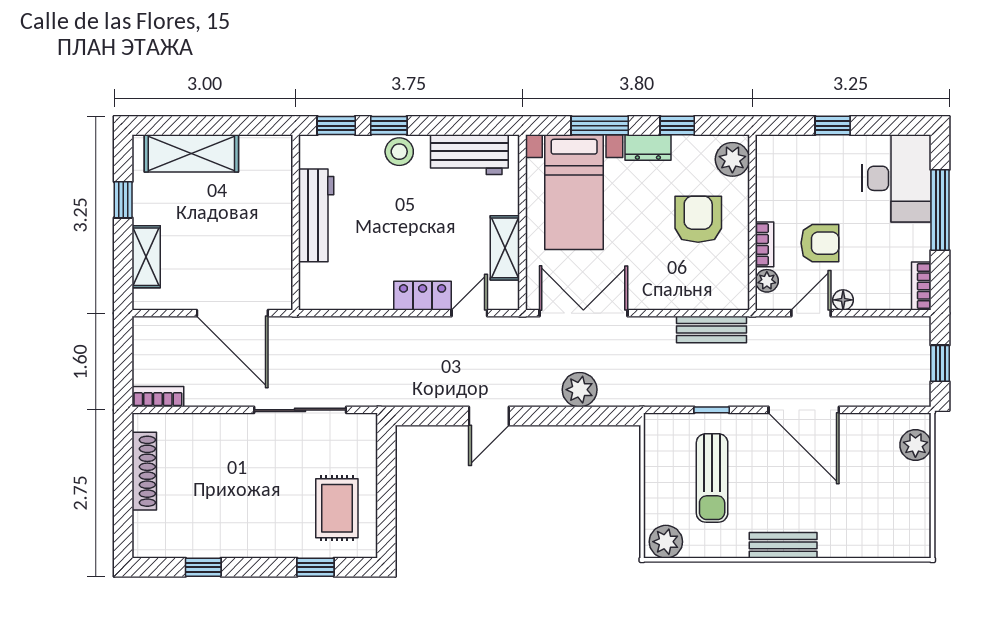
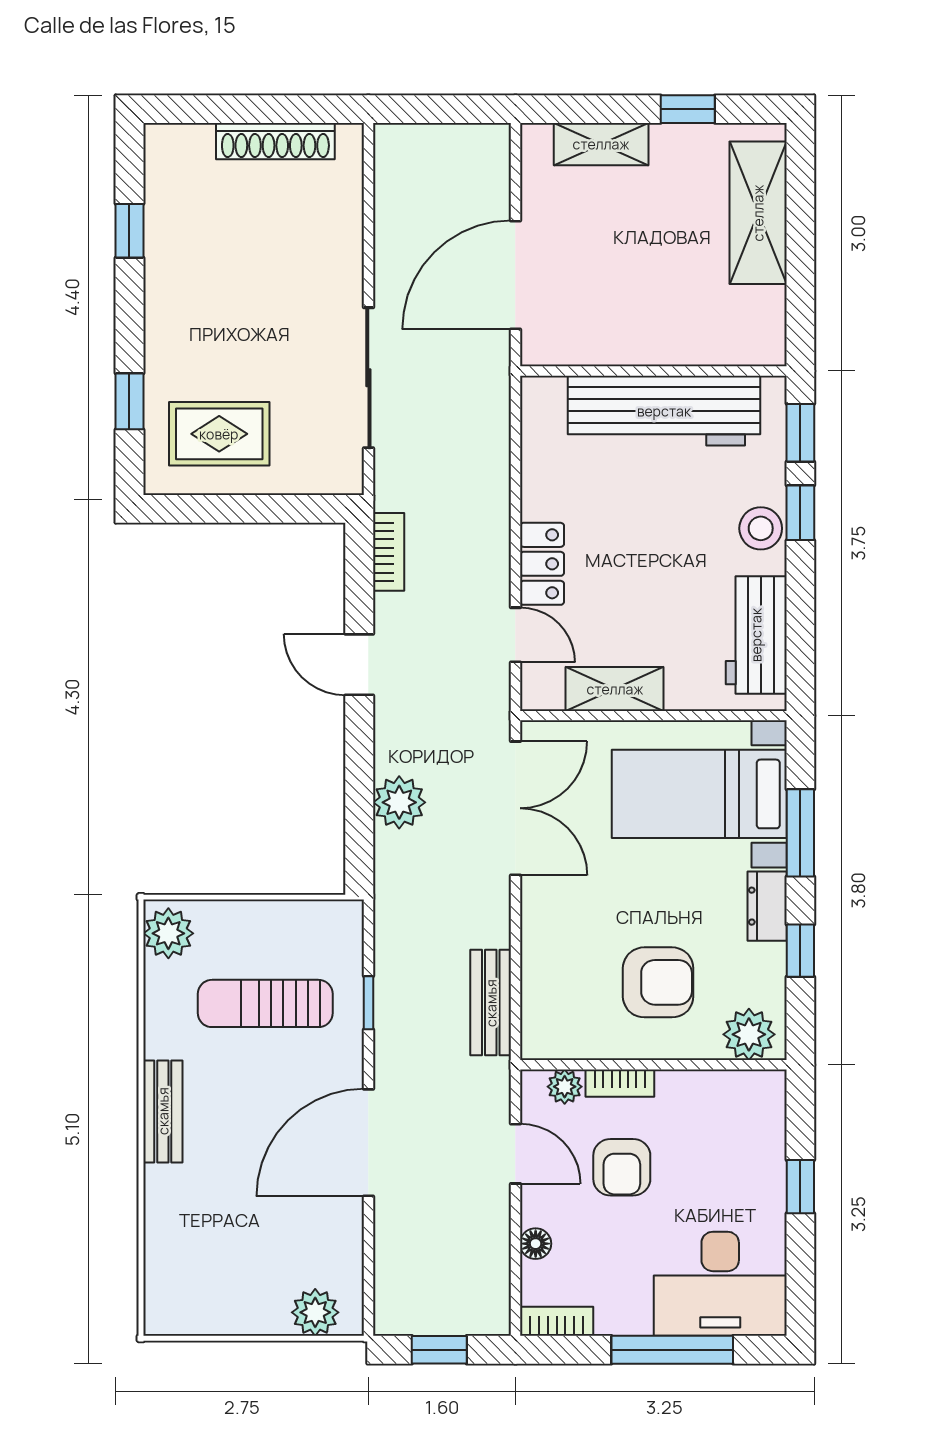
workbench: (316, 215) -> (664, 411), width x1.36, depth x1.32
floor lamp: (843, 300) -> (536, 1244), moved
bookcase: (158, 397) -> (389, 552), moved

